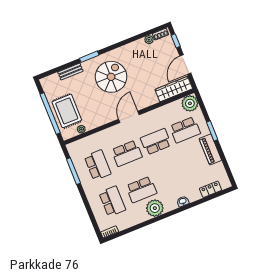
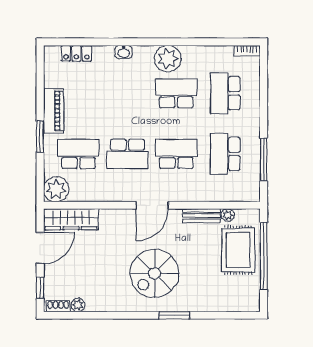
bench: (70, 72) -> (201, 216), moved

